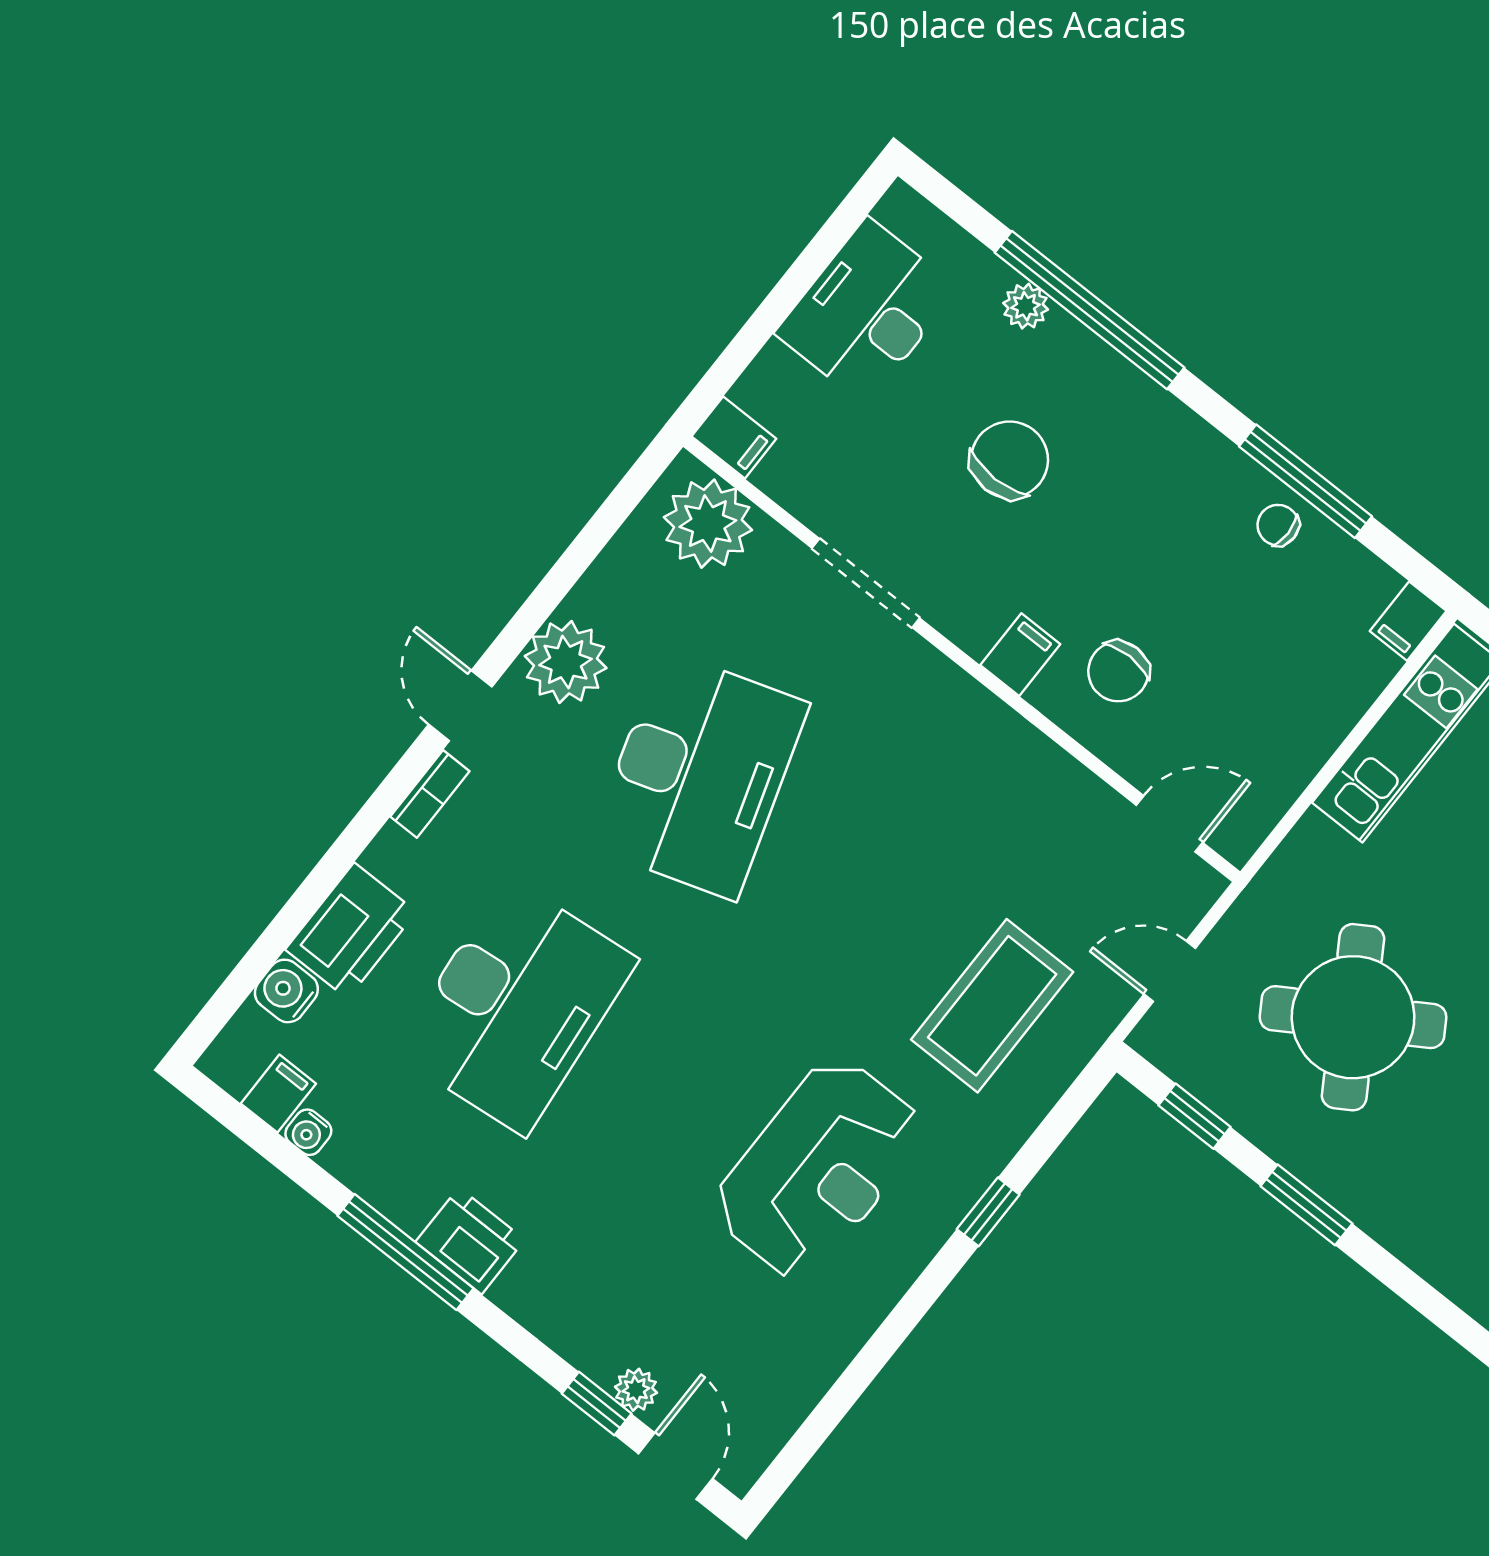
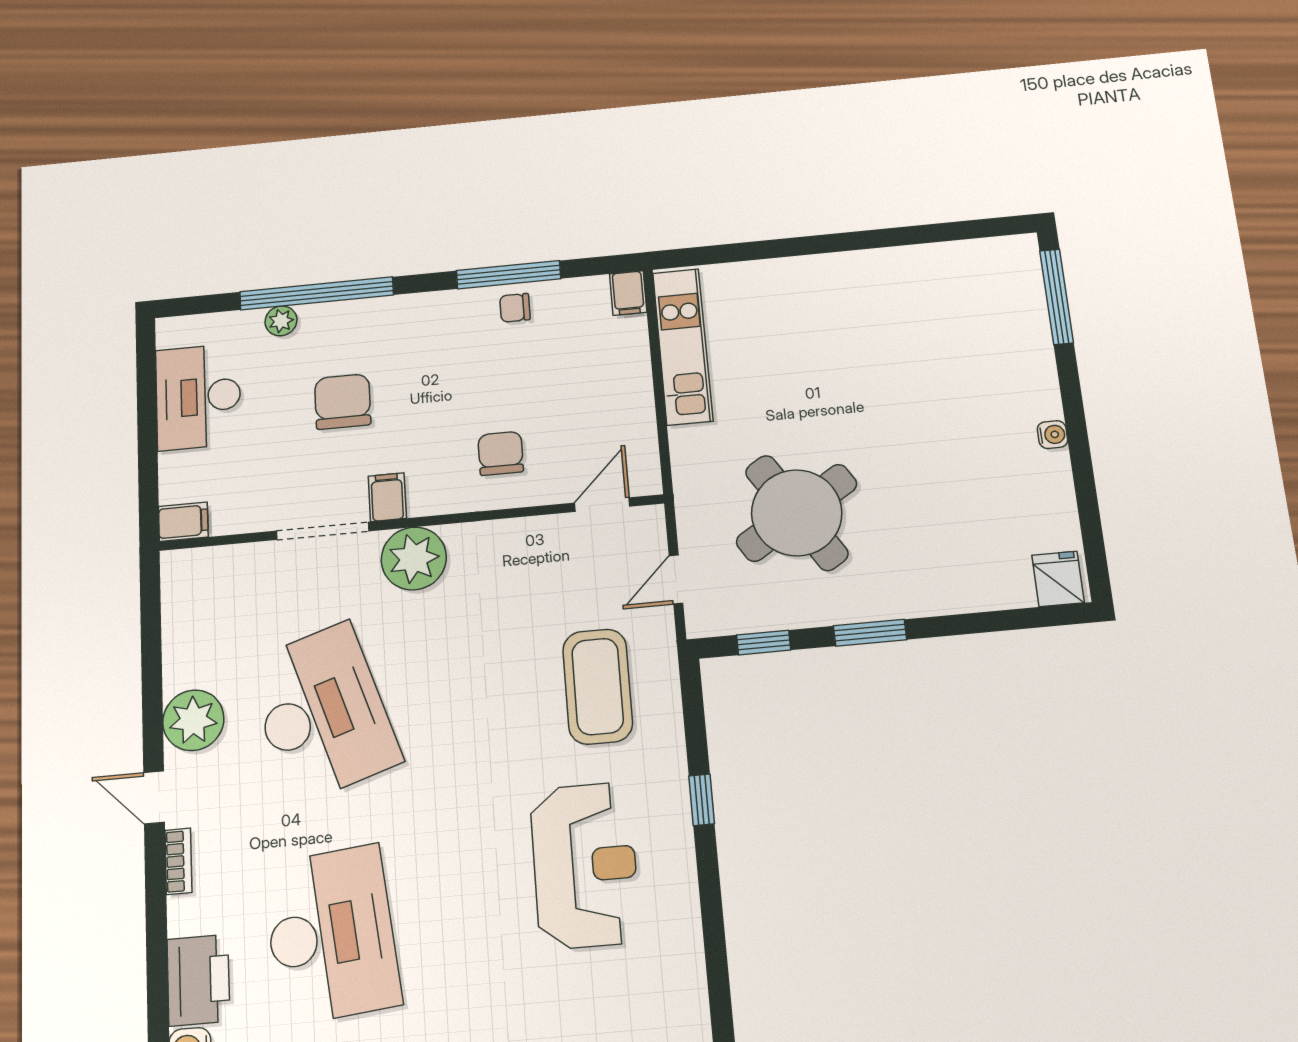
plant: (708, 524) -> (414, 558), moved
filing cabinet: (1020, 655) -> (387, 497), moved
chair: (1118, 671) -> (501, 453), turned 180

